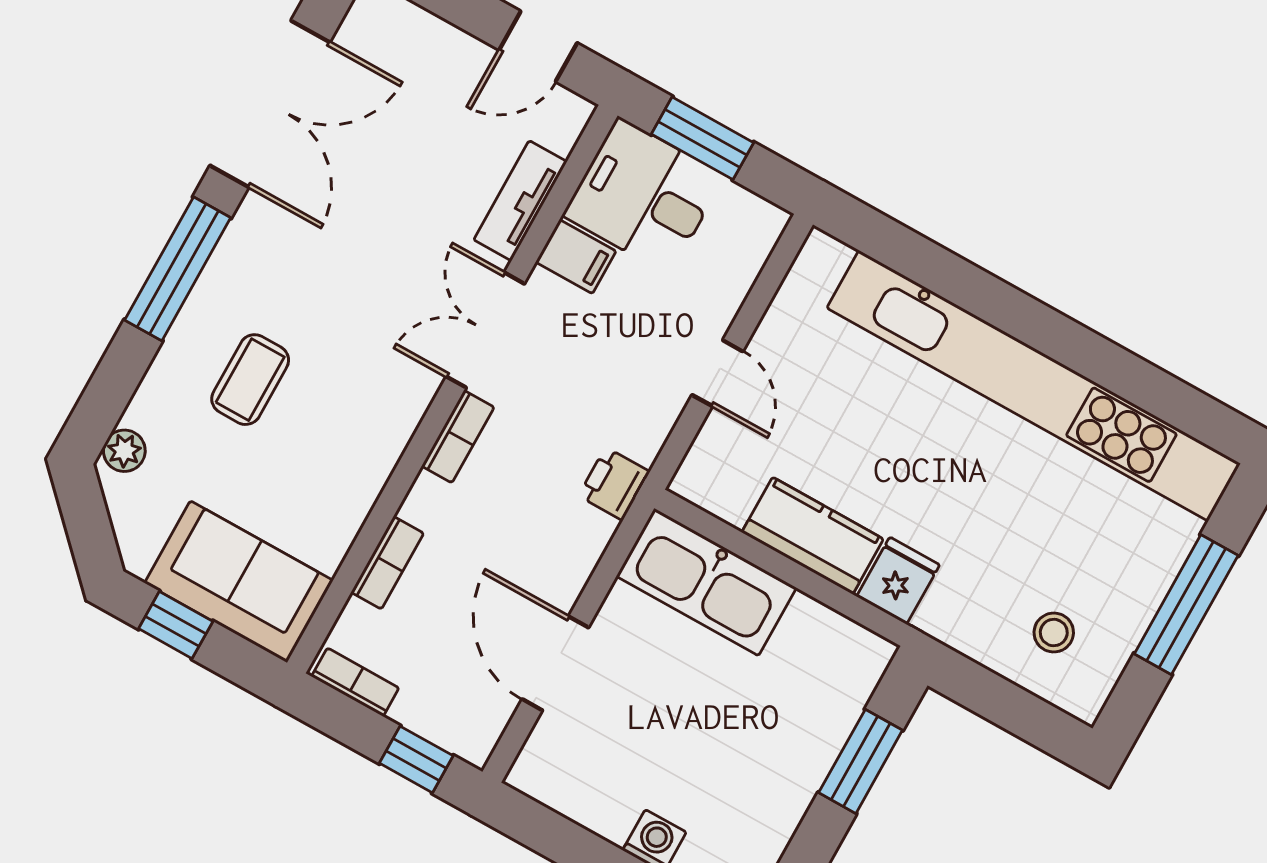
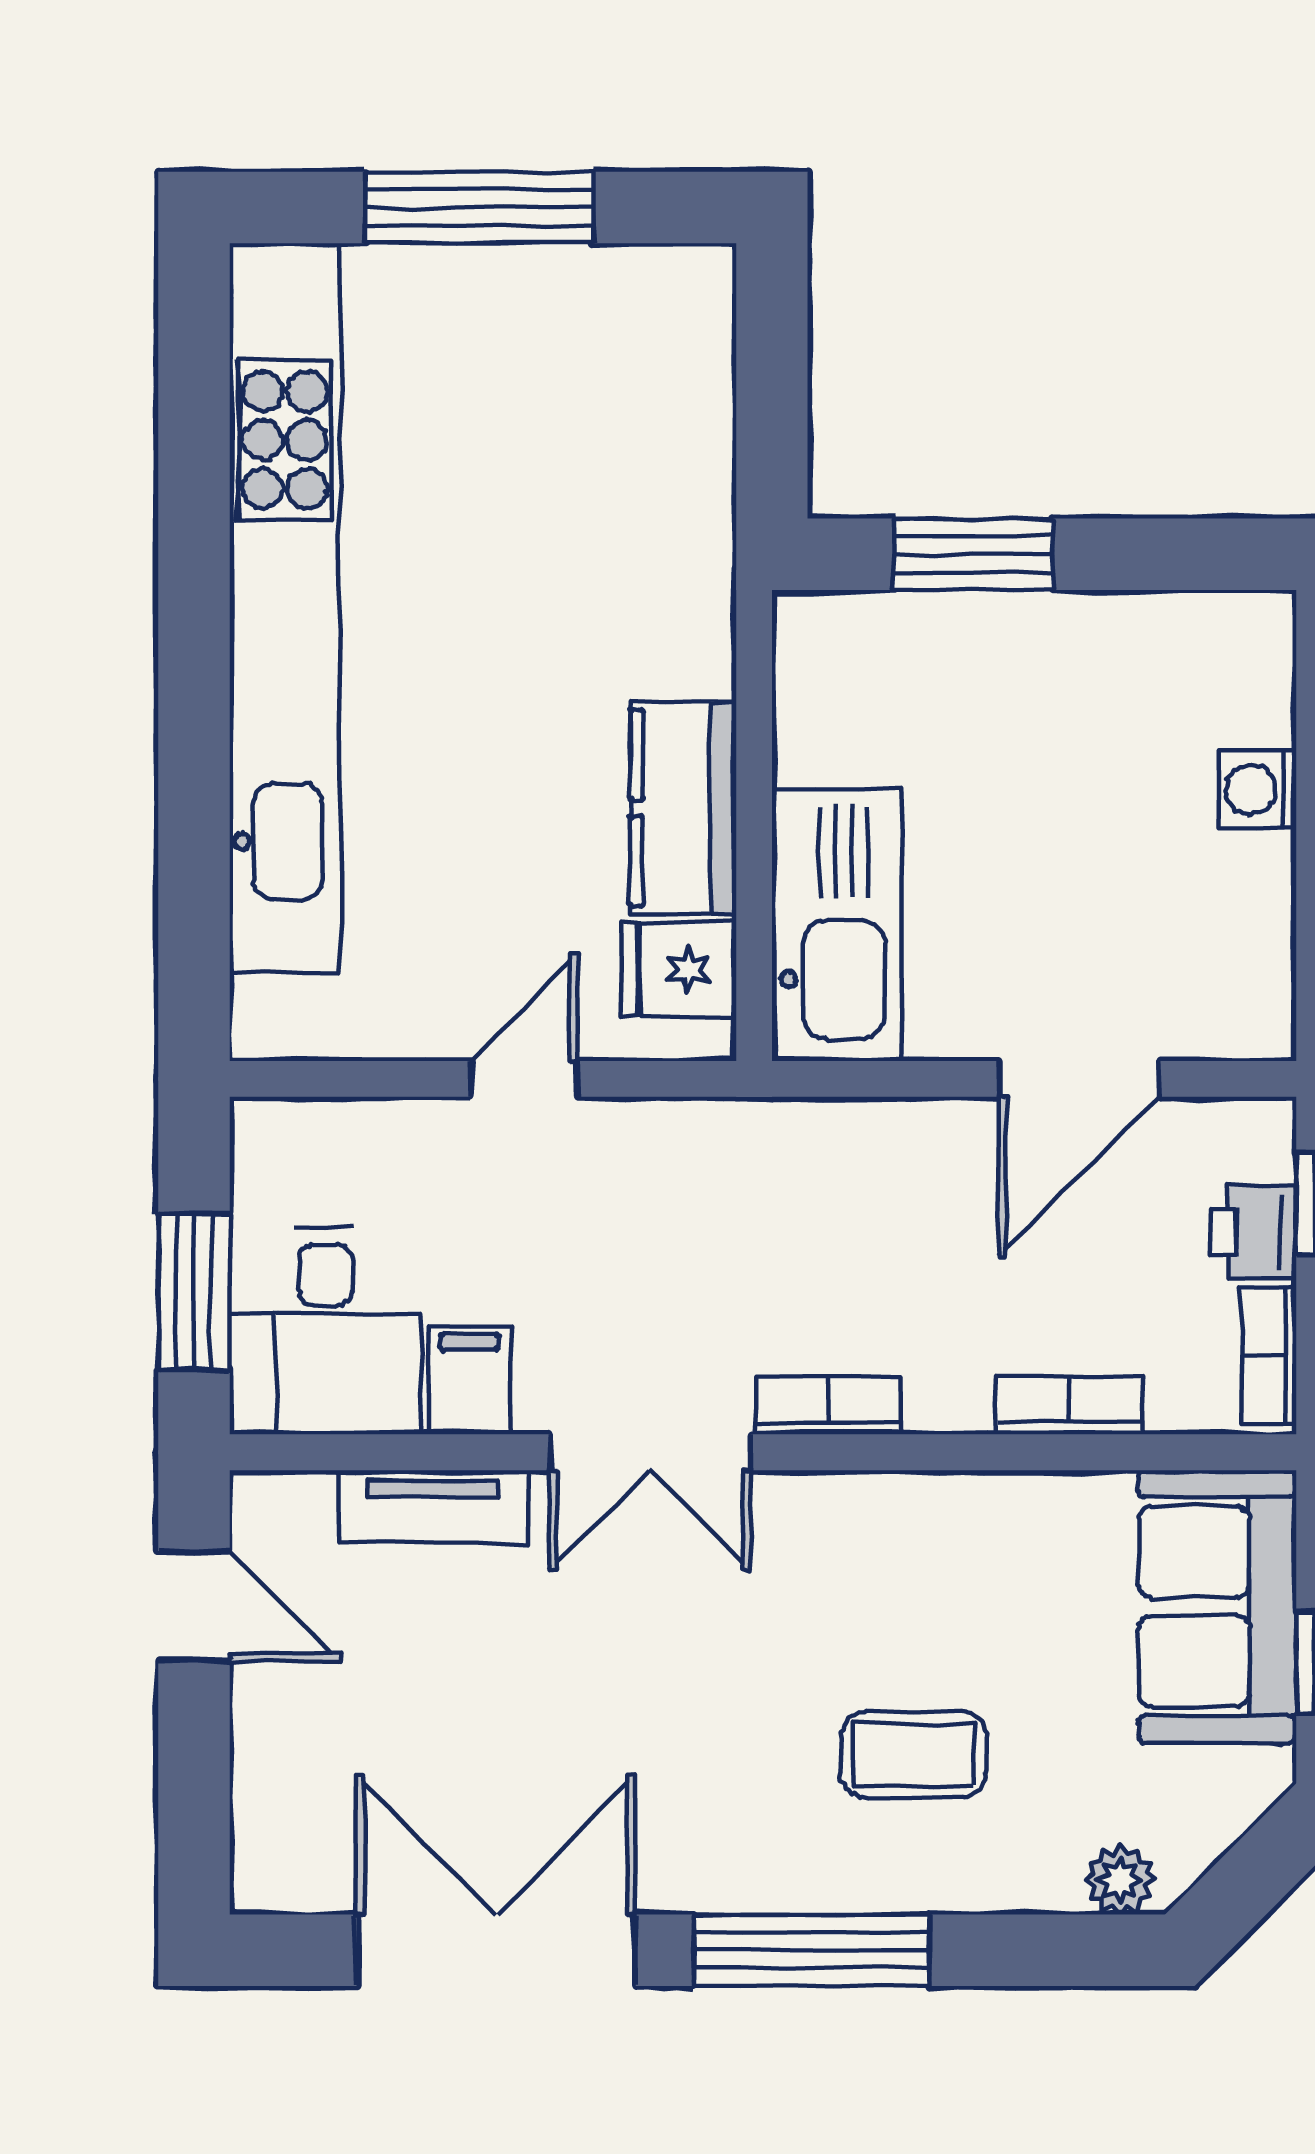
printer: (614, 484) -> (1254, 1232), moved, turned 90
fridge: (898, 581) -> (679, 969), moved
stool: (1054, 633) -> (628, 378), removed

